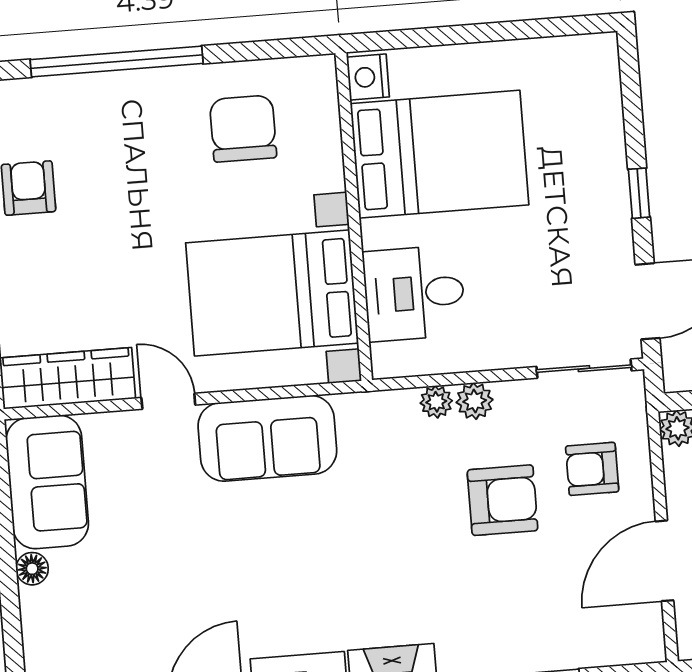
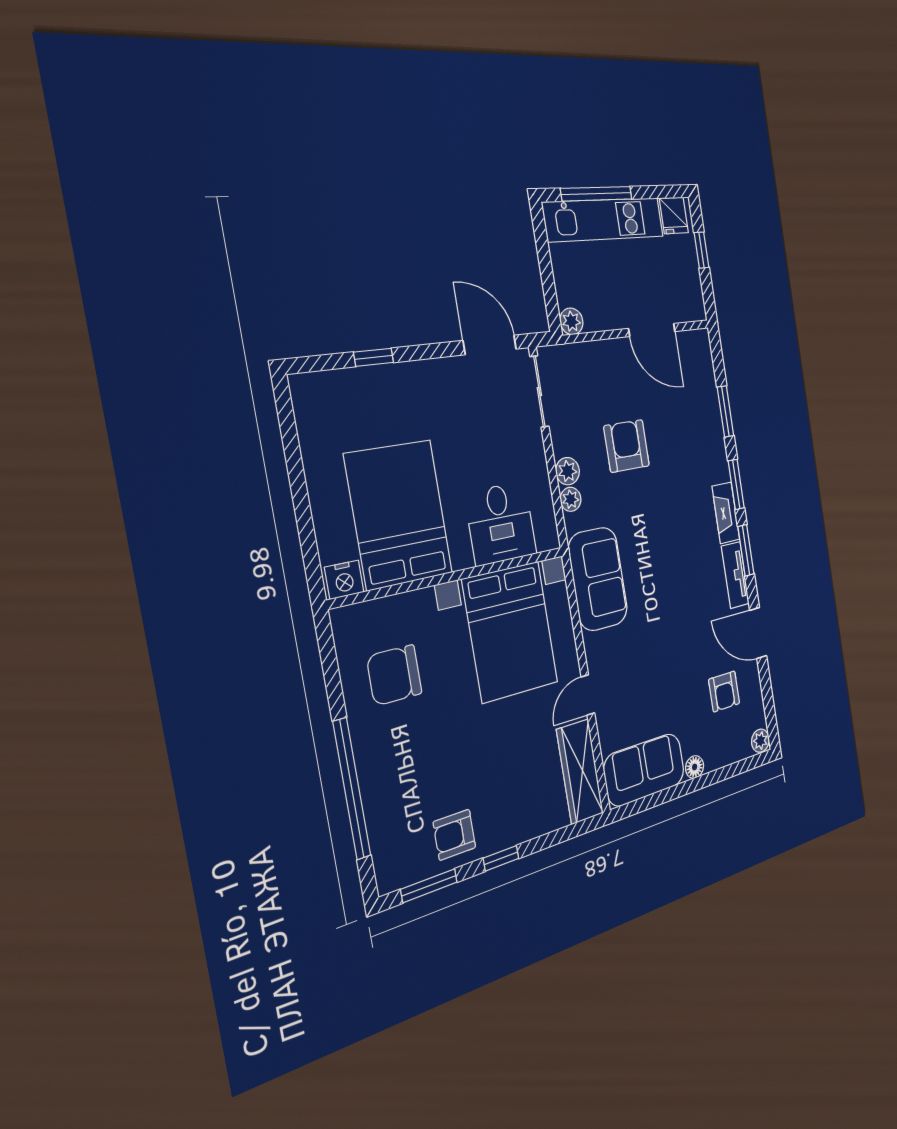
window: (639, 193) -> (374, 357), moved
sofa: (267, 438) -> (598, 579), moved
armchair: (592, 469) -> (724, 691), moved

